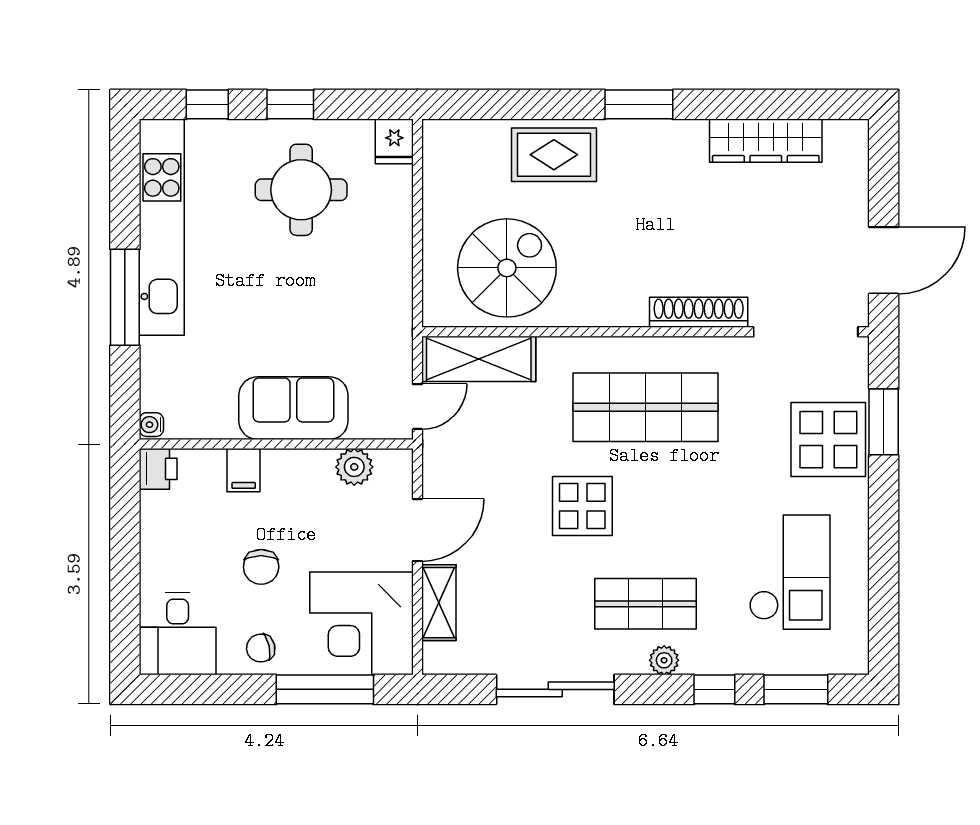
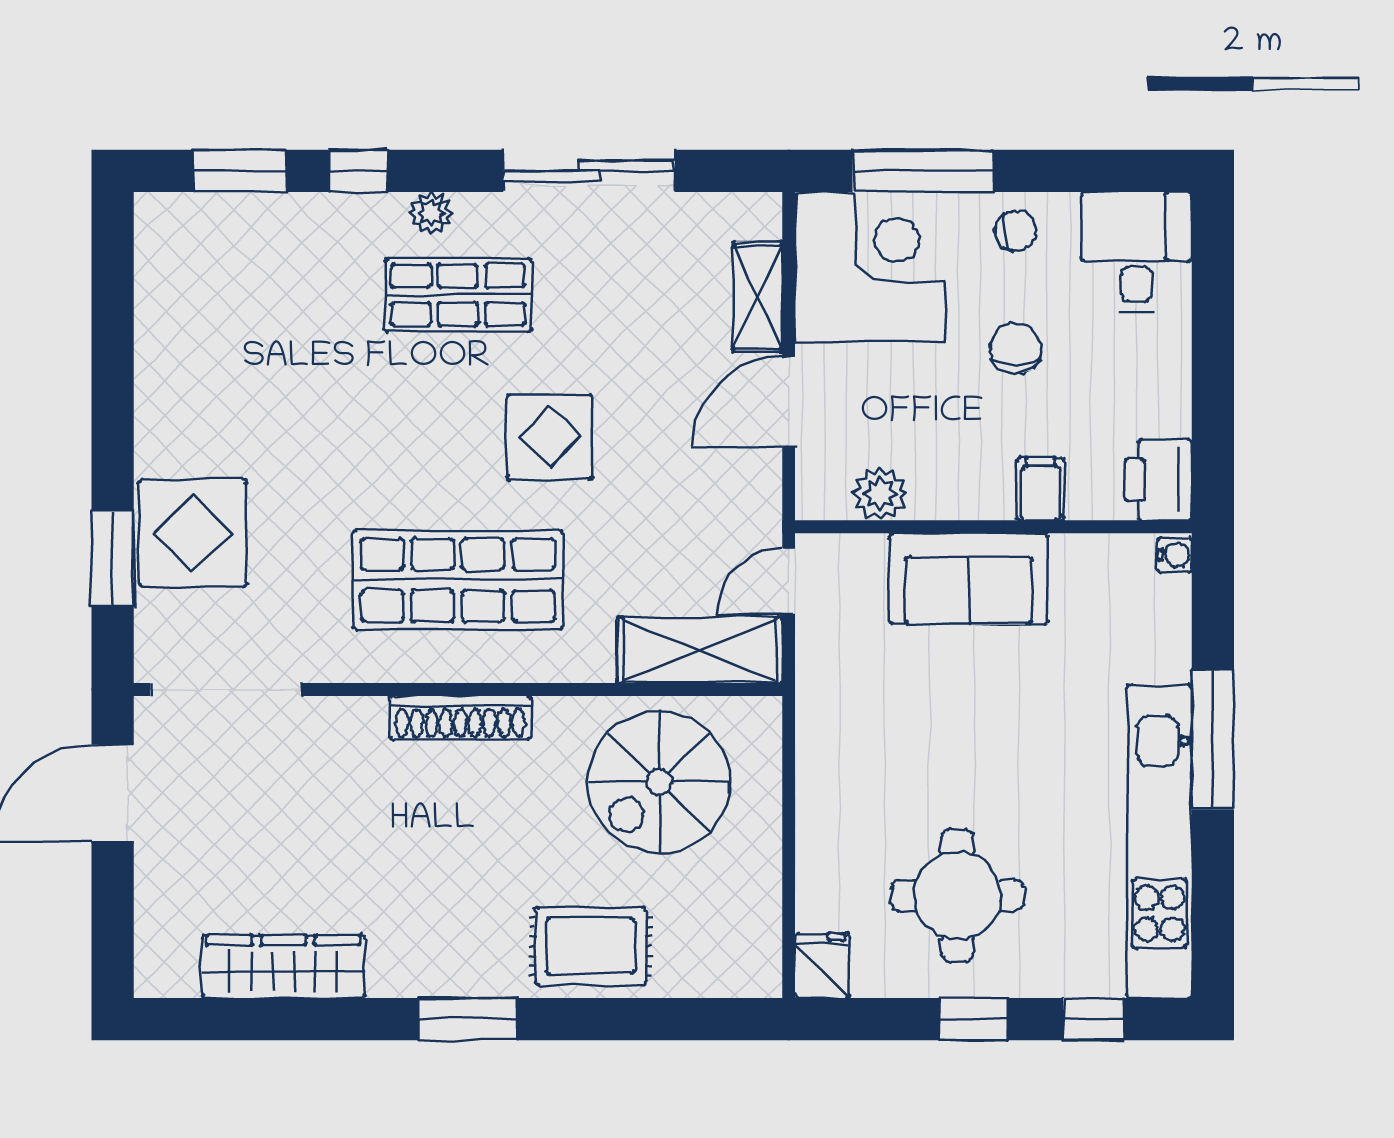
shoe rack: (699, 312) -> (460, 718), moved
printer: (158, 469) -> (1158, 480), width x1.36, depth x1.24
checkout: (790, 572) -> (249, 341), removed

